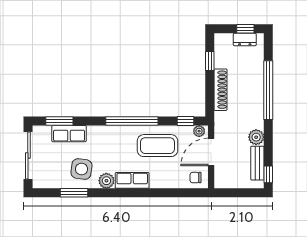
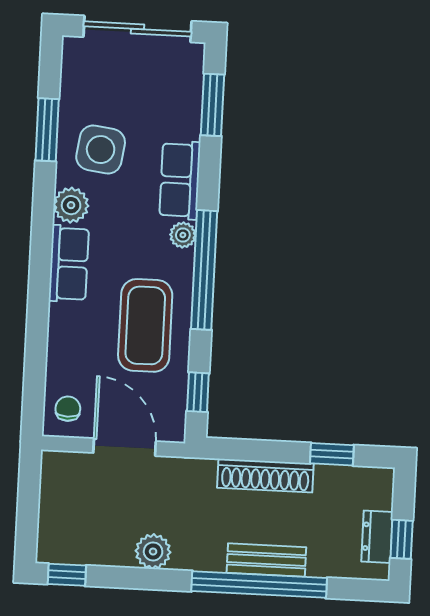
plant: (199, 131) -> (183, 235), moved
row of seats: (69, 134) -> (180, 180), moved
bench: (257, 163) -> (266, 560), moved

